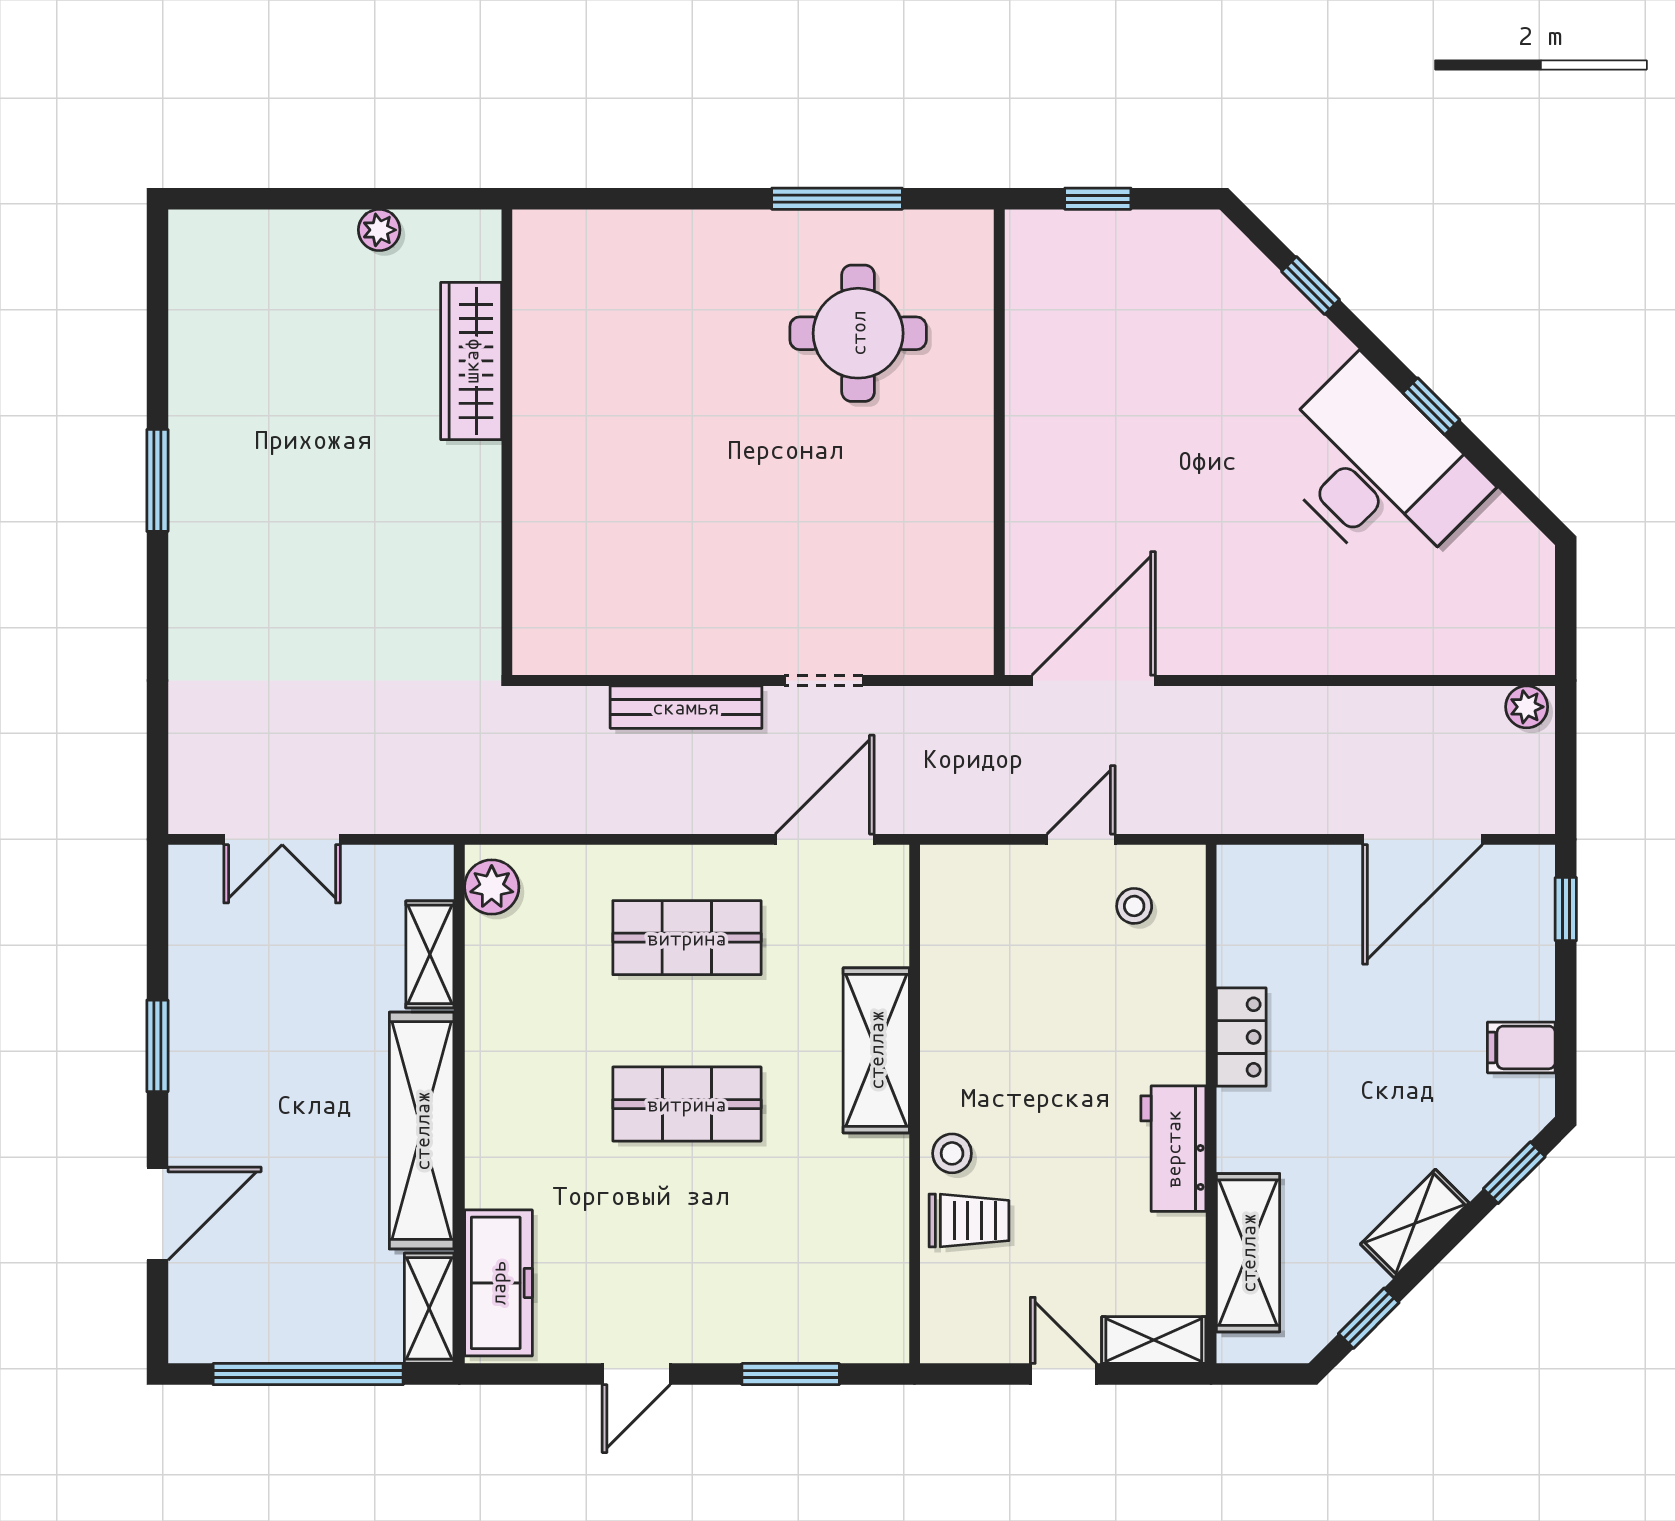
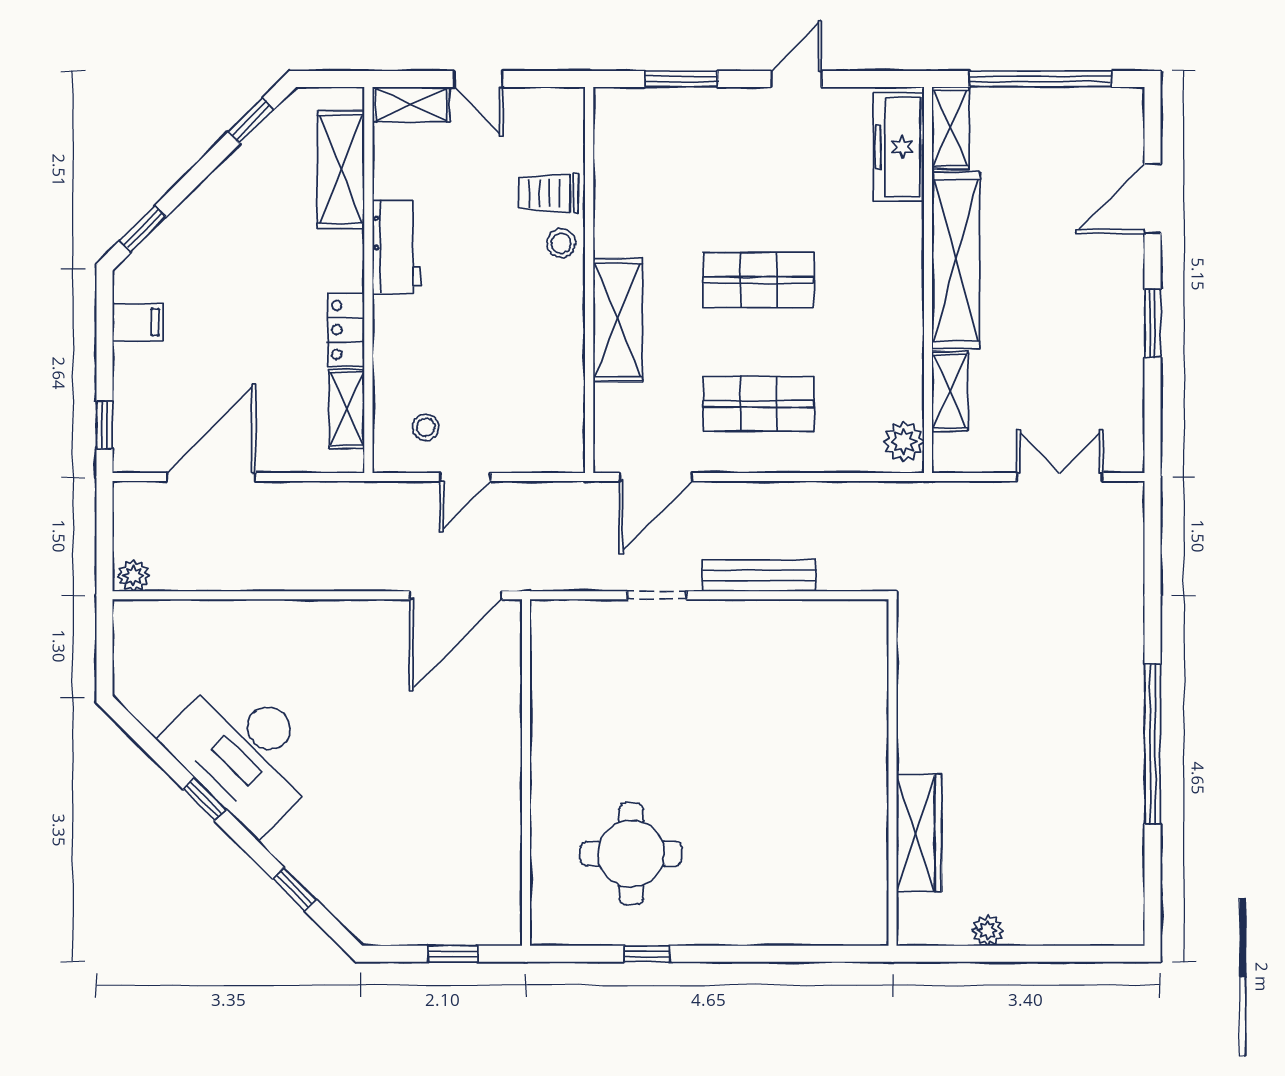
window: (837, 199) -> (647, 954), width x0.46
window: (157, 480) -> (1153, 744), width x2.11
shelving: (1415, 1223) -> (347, 409), moved, turned -45

